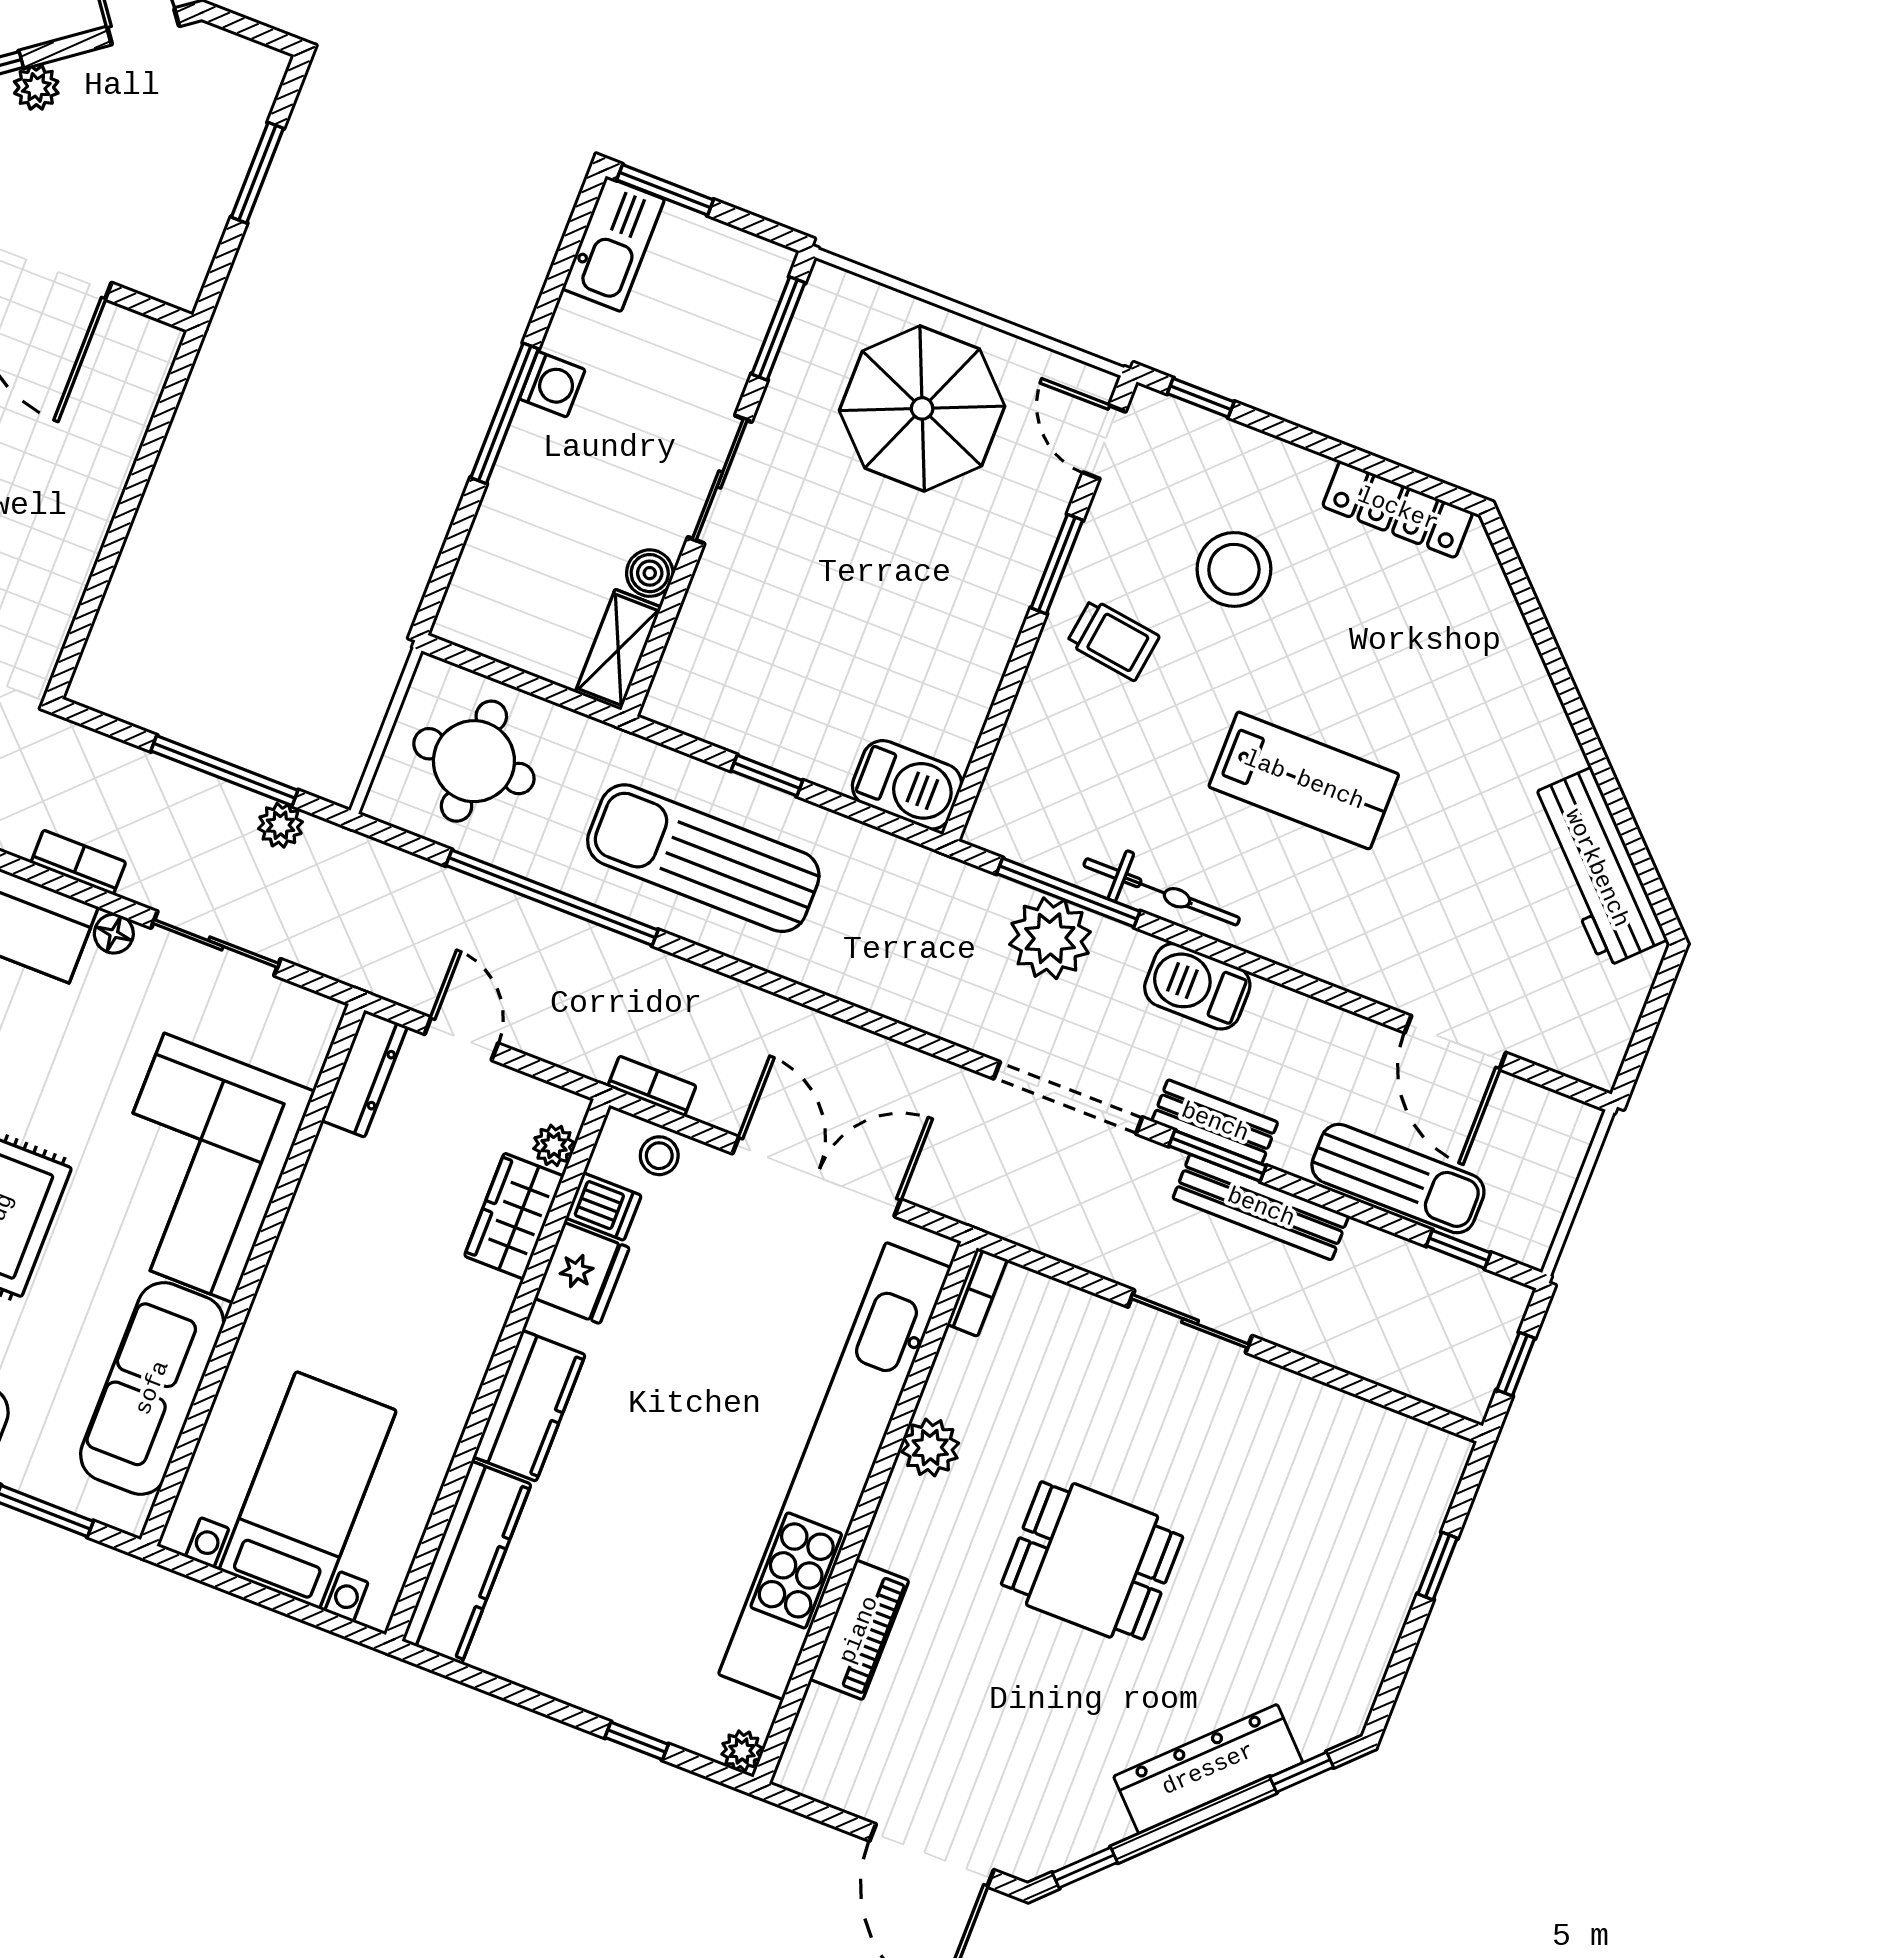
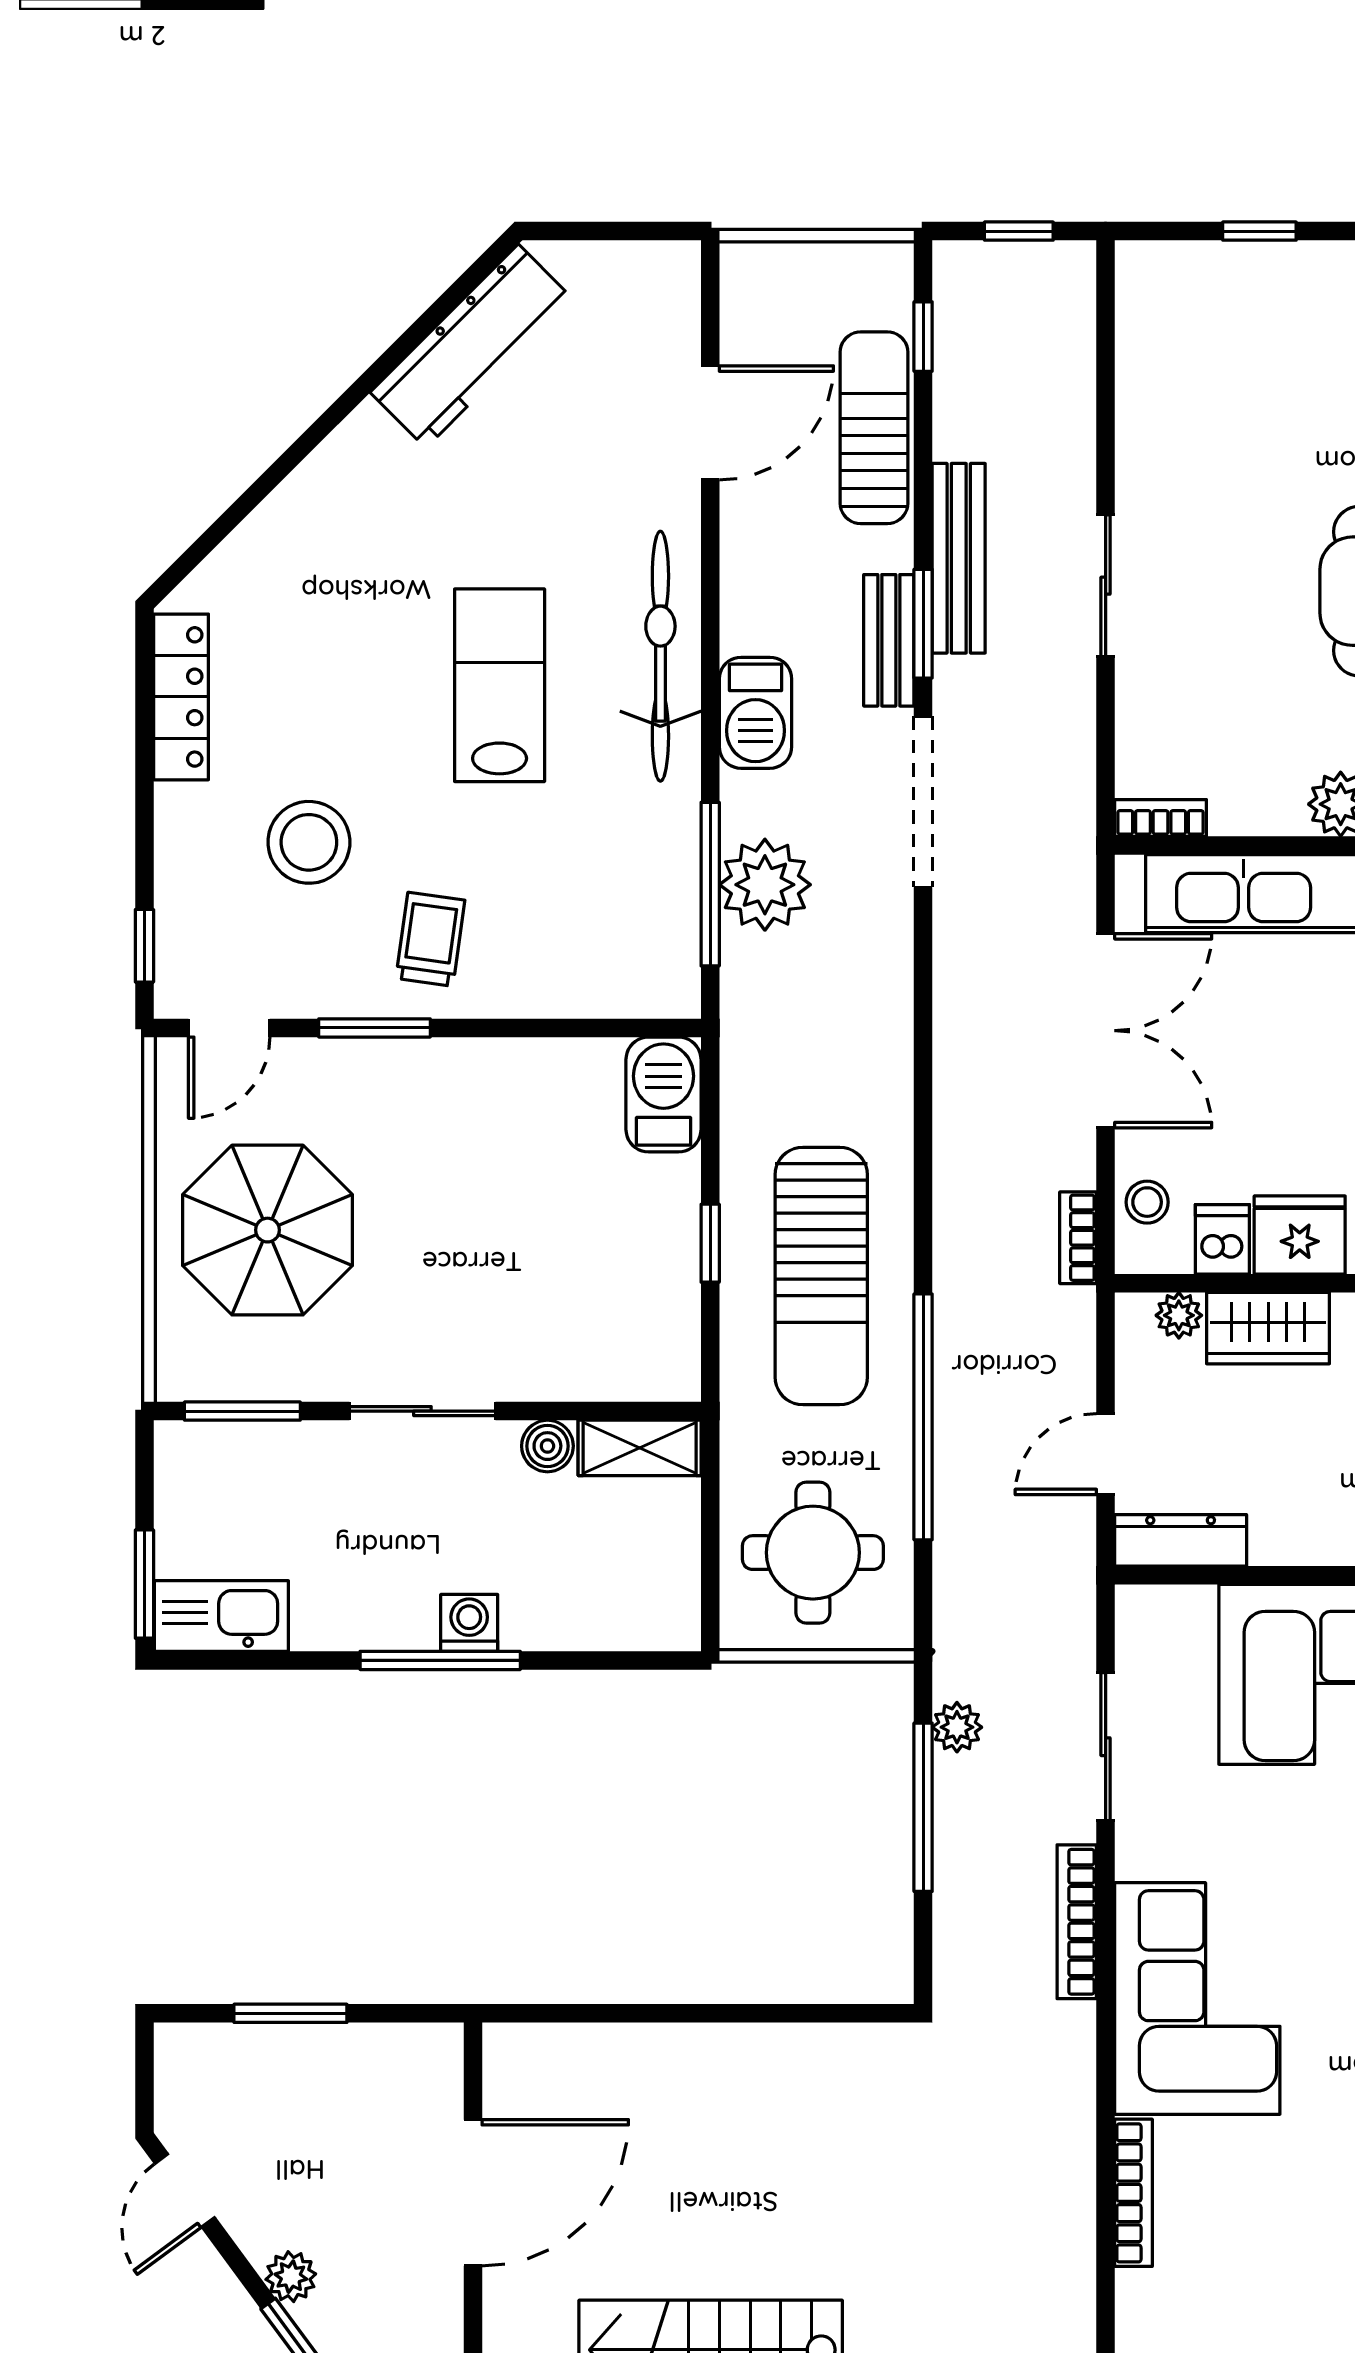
washing machine: (552, 384) -> (469, 1623), moved
bookcase: (78, 862) -> (1077, 1922), width x1.56
bicycle: (1162, 892) -> (660, 656), moved, width x1.37, depth x1.40
floor lamp: (114, 934) -> (1136, 1856), removed
double door: (817, 1177) -> (1106, 1031), swing flipped

